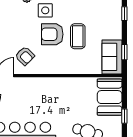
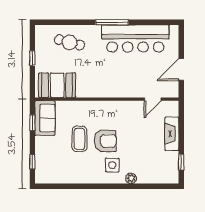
armchair: (25, 56) -> (133, 119), removed
booth: (110, 97) -> (57, 85), moved, turned 90

